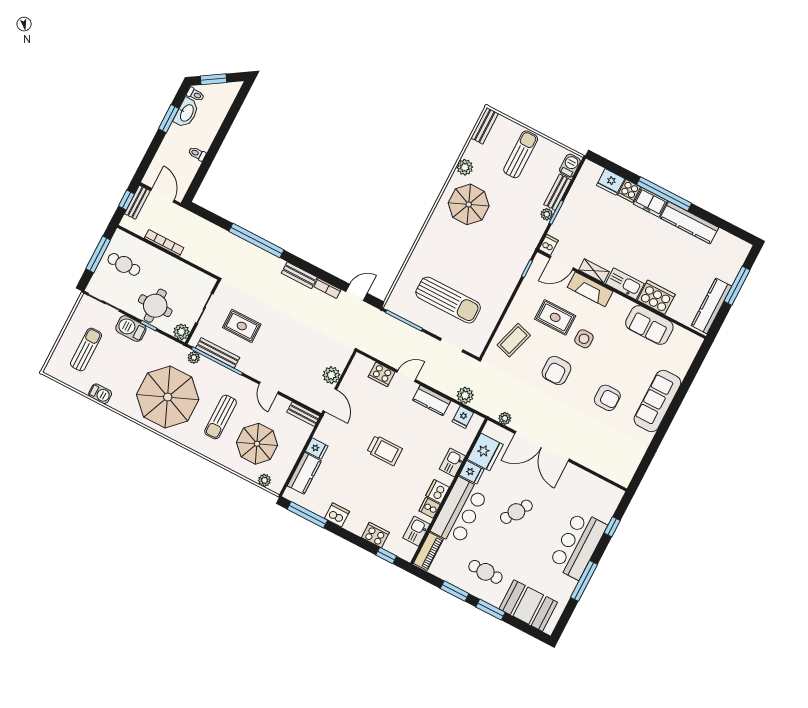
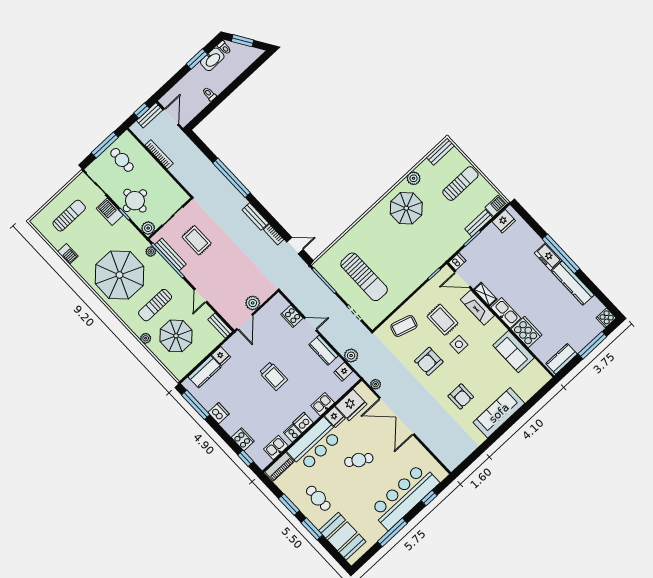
fridge: (611, 182) -> (504, 221), moved, turned -90
cooker: (629, 191) -> (606, 318), moved
plant: (547, 214) -> (464, 237), removed
kitchen counter: (711, 306) -> (562, 359), width x0.67
plant: (264, 480) -> (146, 338), moved
bar counter: (578, 545) -> (404, 496), width x1.36

